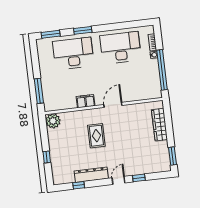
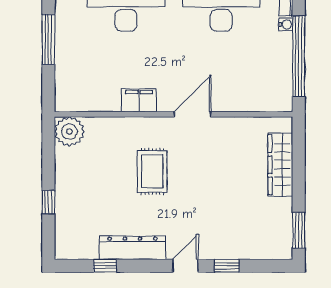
window: (39, 91) -> (48, 39), moved

